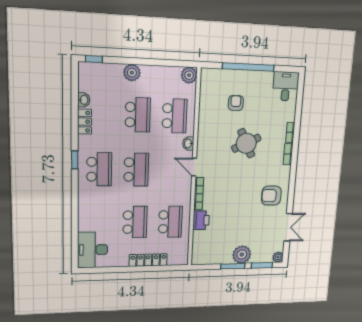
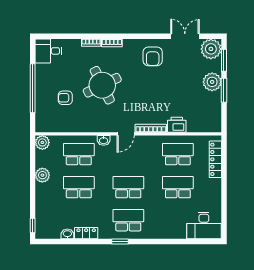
plant: (132, 73) -> (42, 175), moved
round table: (246, 143) -> (102, 85), width x1.36, depth x1.36
plant: (278, 257) -> (211, 49), width x1.88, depth x1.88
locker: (148, 260) -> (215, 159), moved

